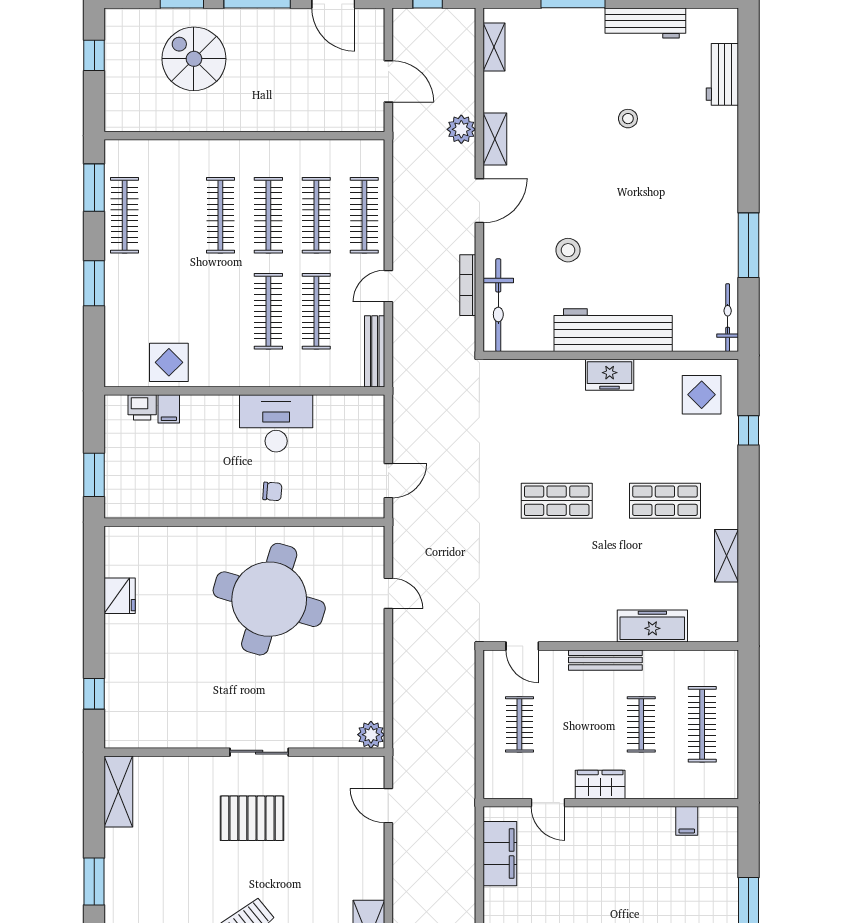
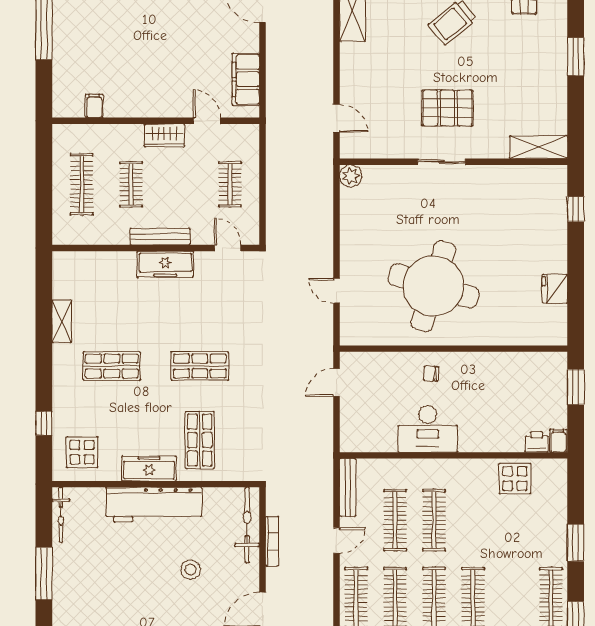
freezer: (610, 375) -> (149, 468), width x1.40
filing cabinet: (169, 409) -> (558, 441), moved
shop shelf: (557, 410) -> (200, 440), added
freezer: (652, 626) -> (165, 264), moved
shelving: (118, 792) -> (539, 147), moved, turned 90

